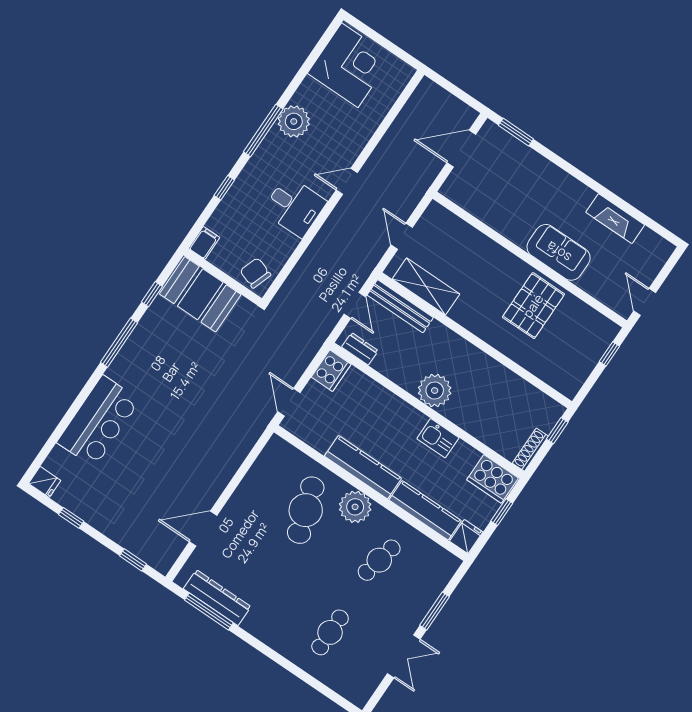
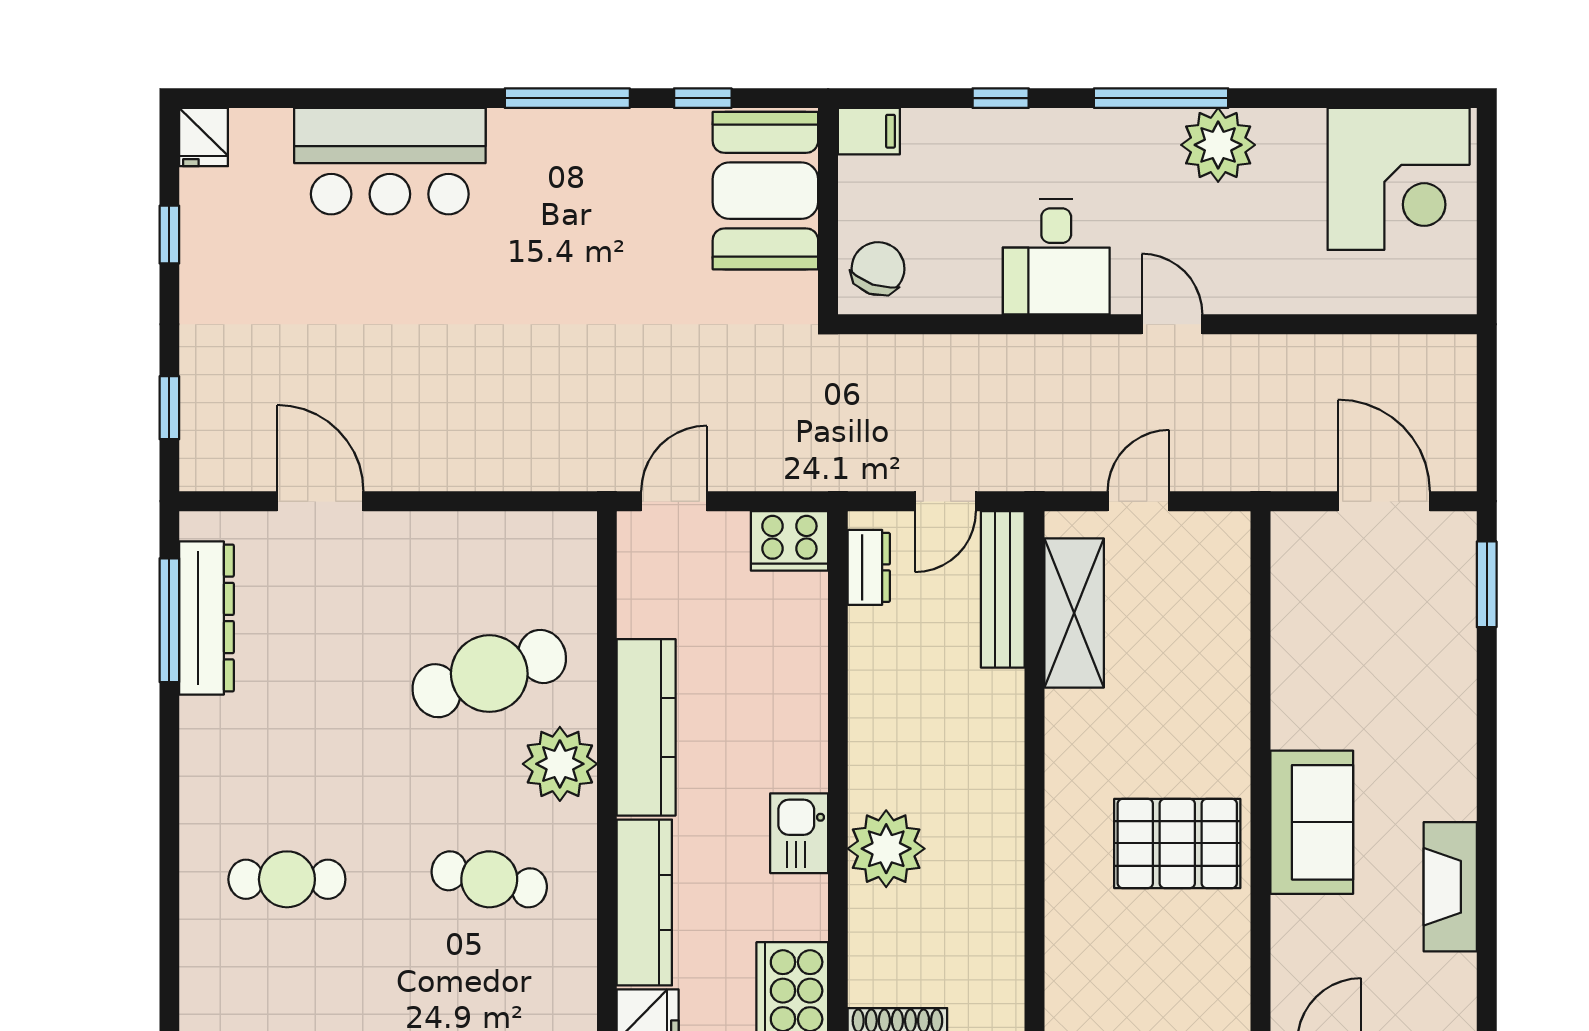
plant: (435, 390) -> (886, 849), moved

